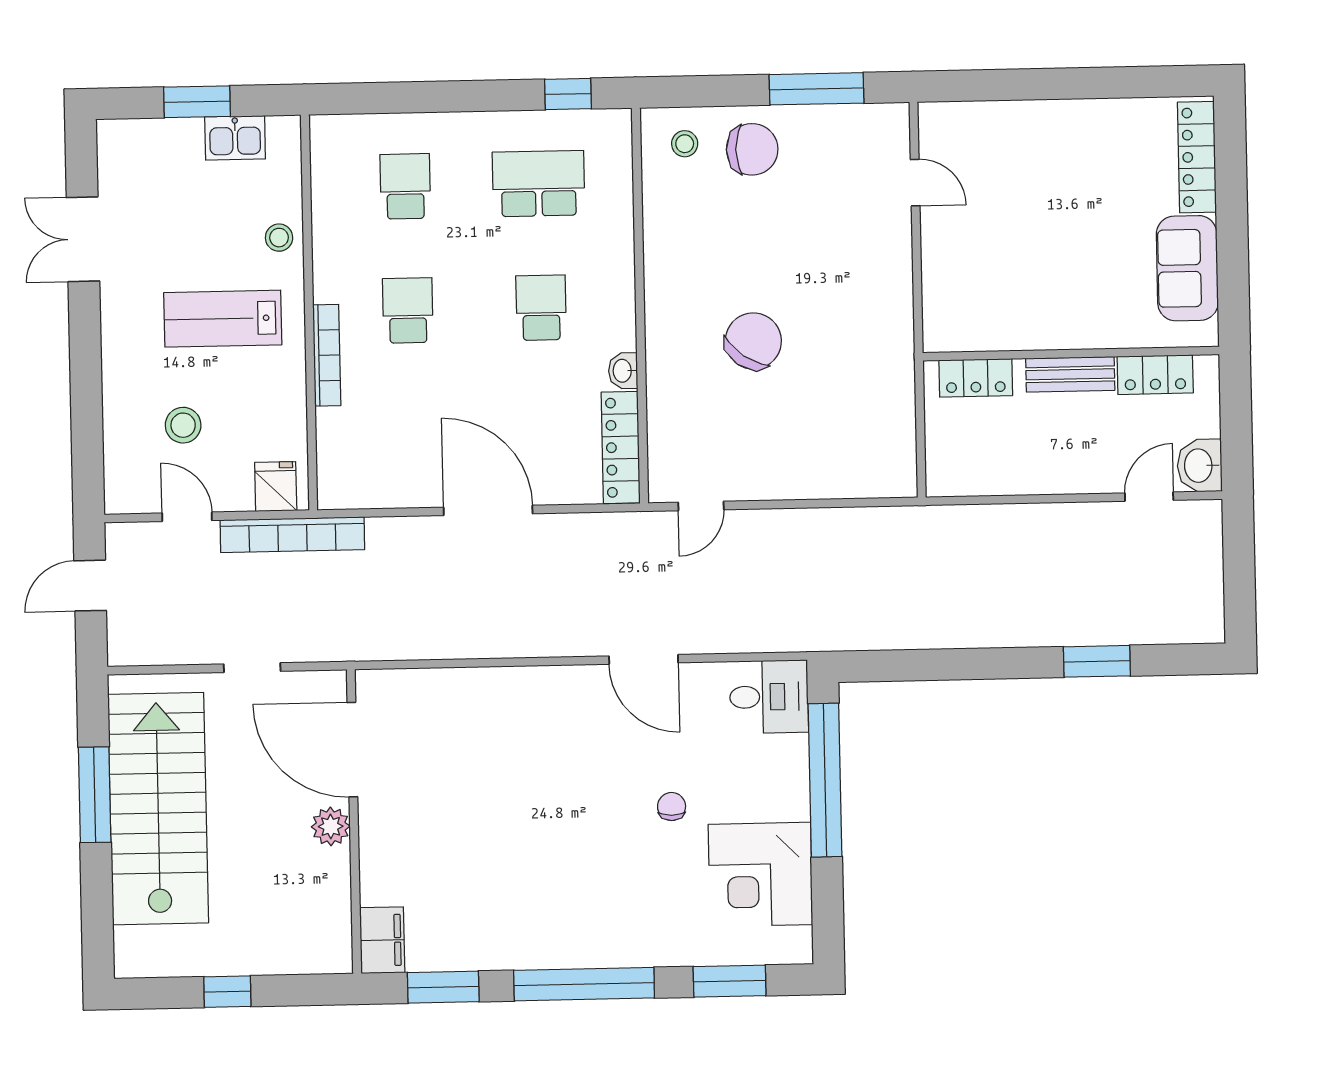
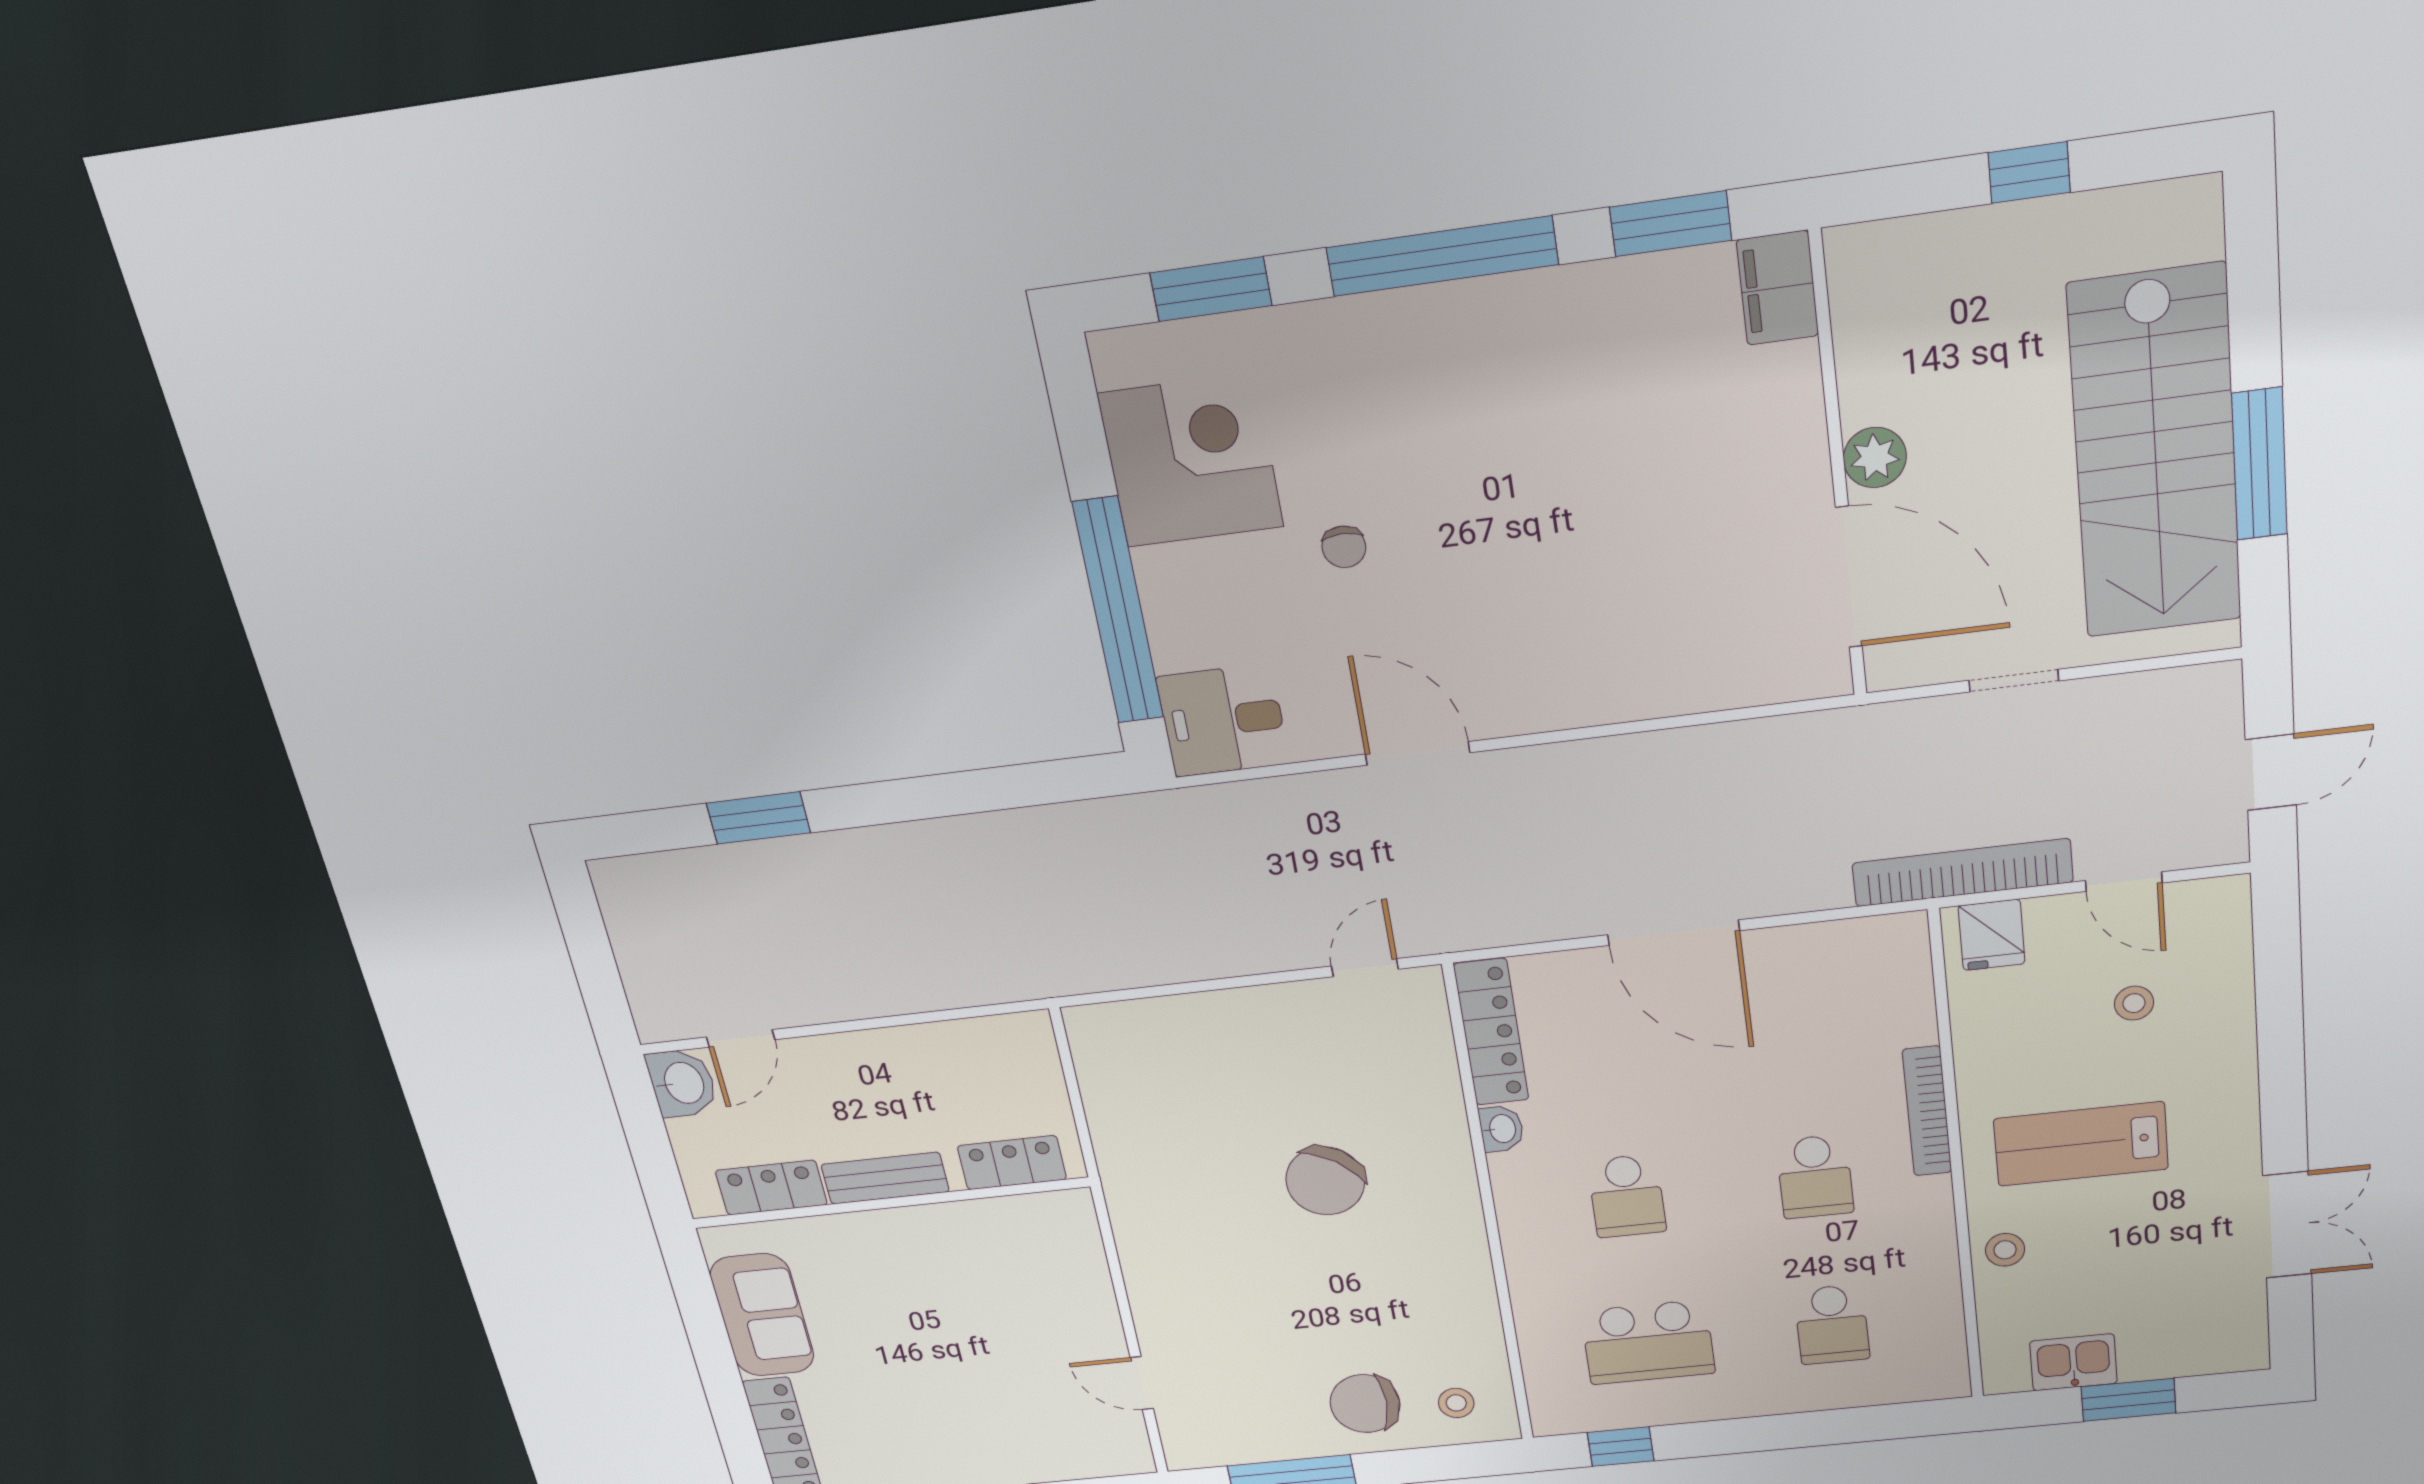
lab bench: (223, 319) -> (2081, 1144), turned 180
stool: (183, 425) -> (2134, 1003), width x0.73, depth x0.73

